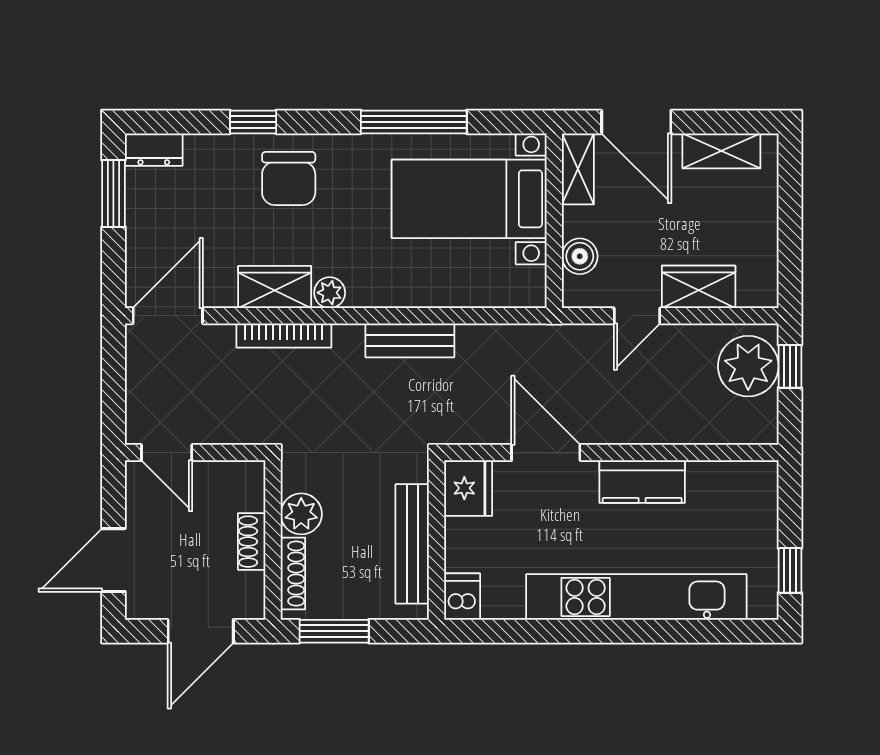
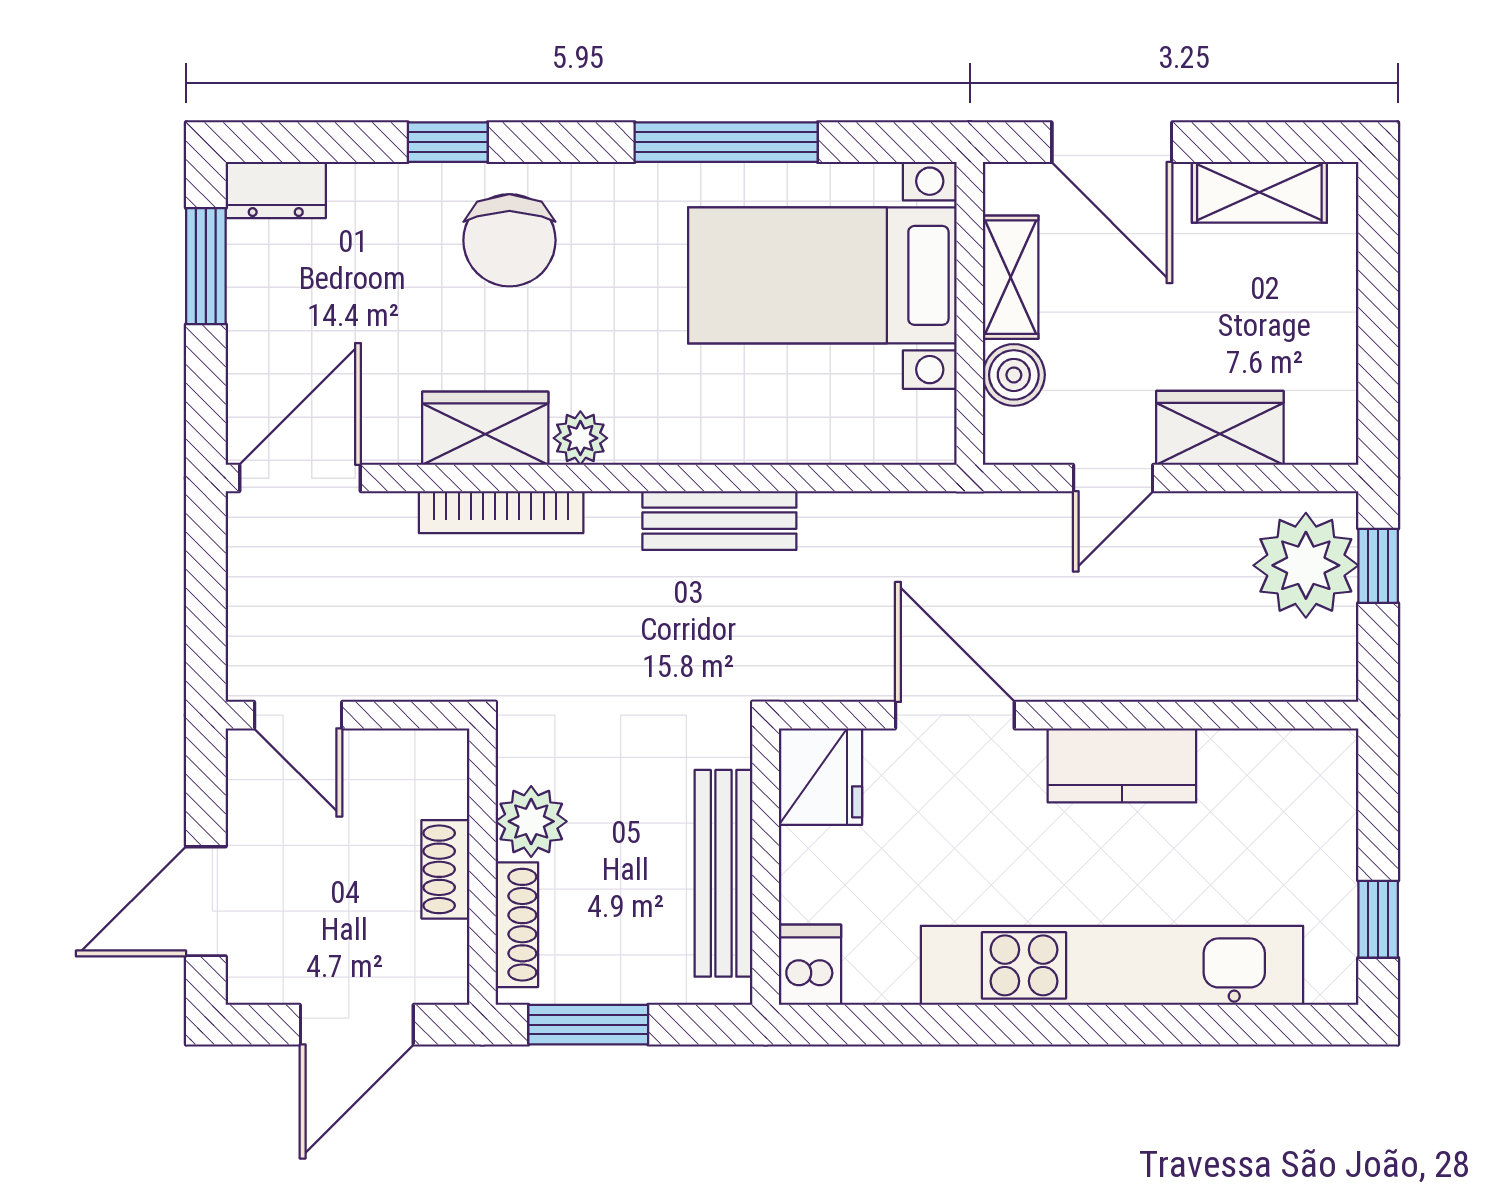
shelving: (578, 169) -> (1011, 277), moved

